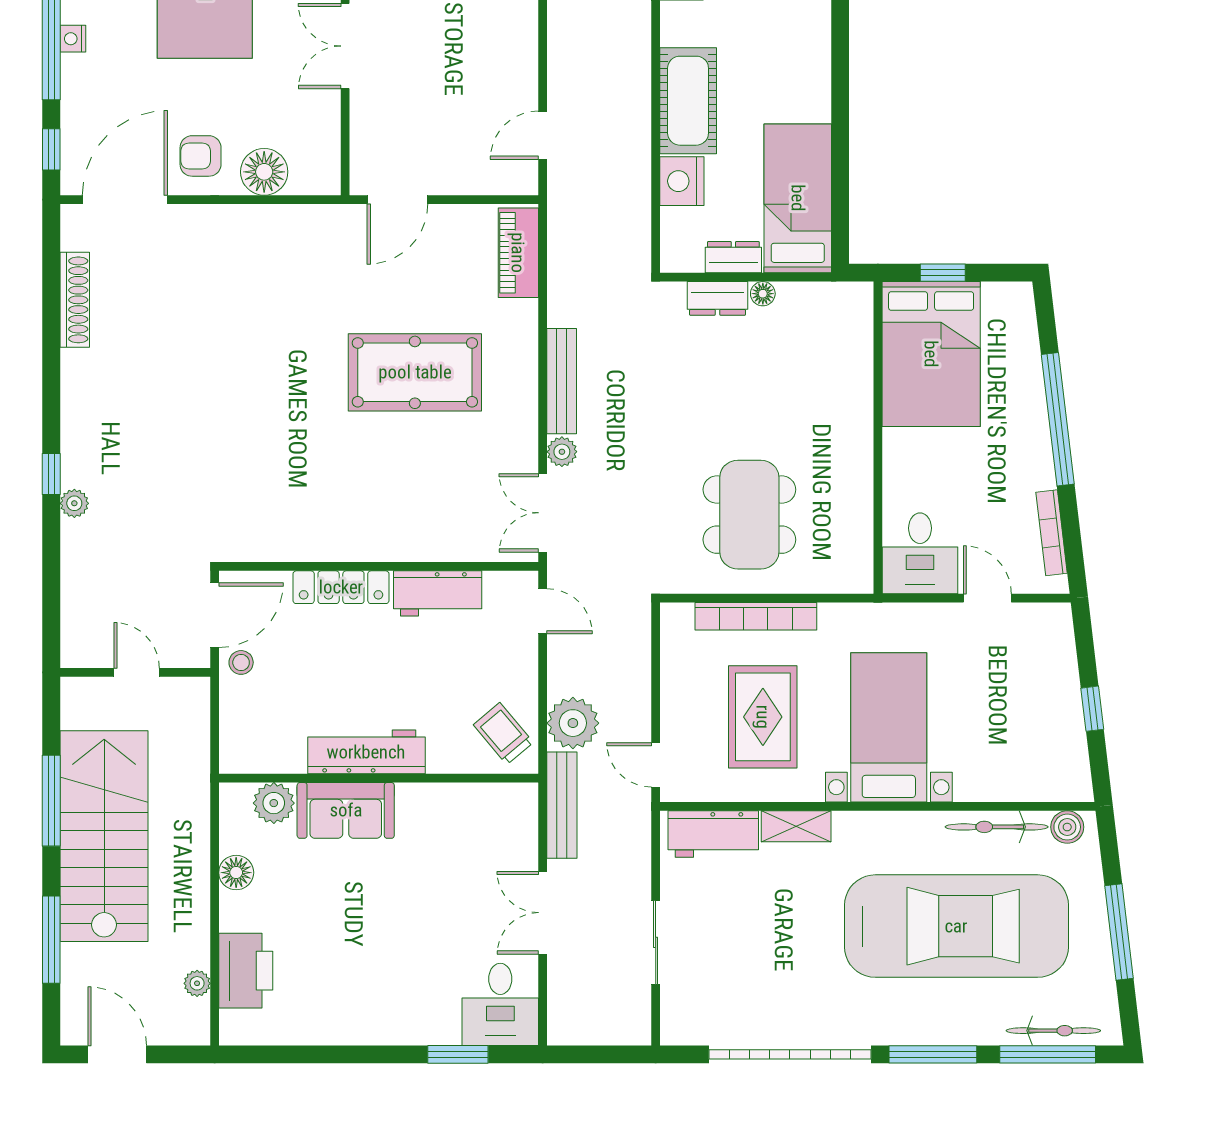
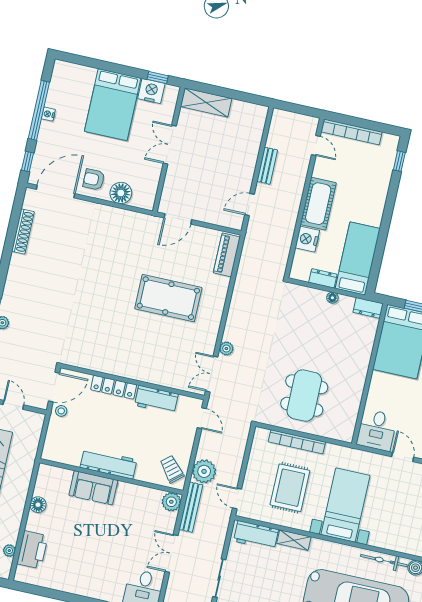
dresser: (718, 298) -> (368, 308), moved
bench: (562, 381) -> (267, 166), moved, width x0.73
plant: (274, 803) -> (171, 502), moved

